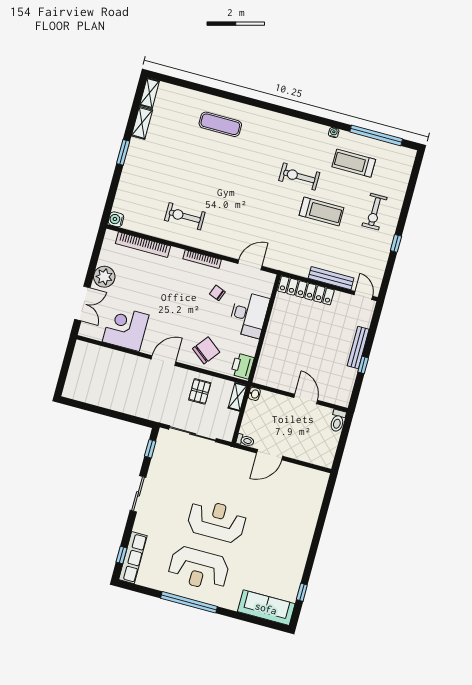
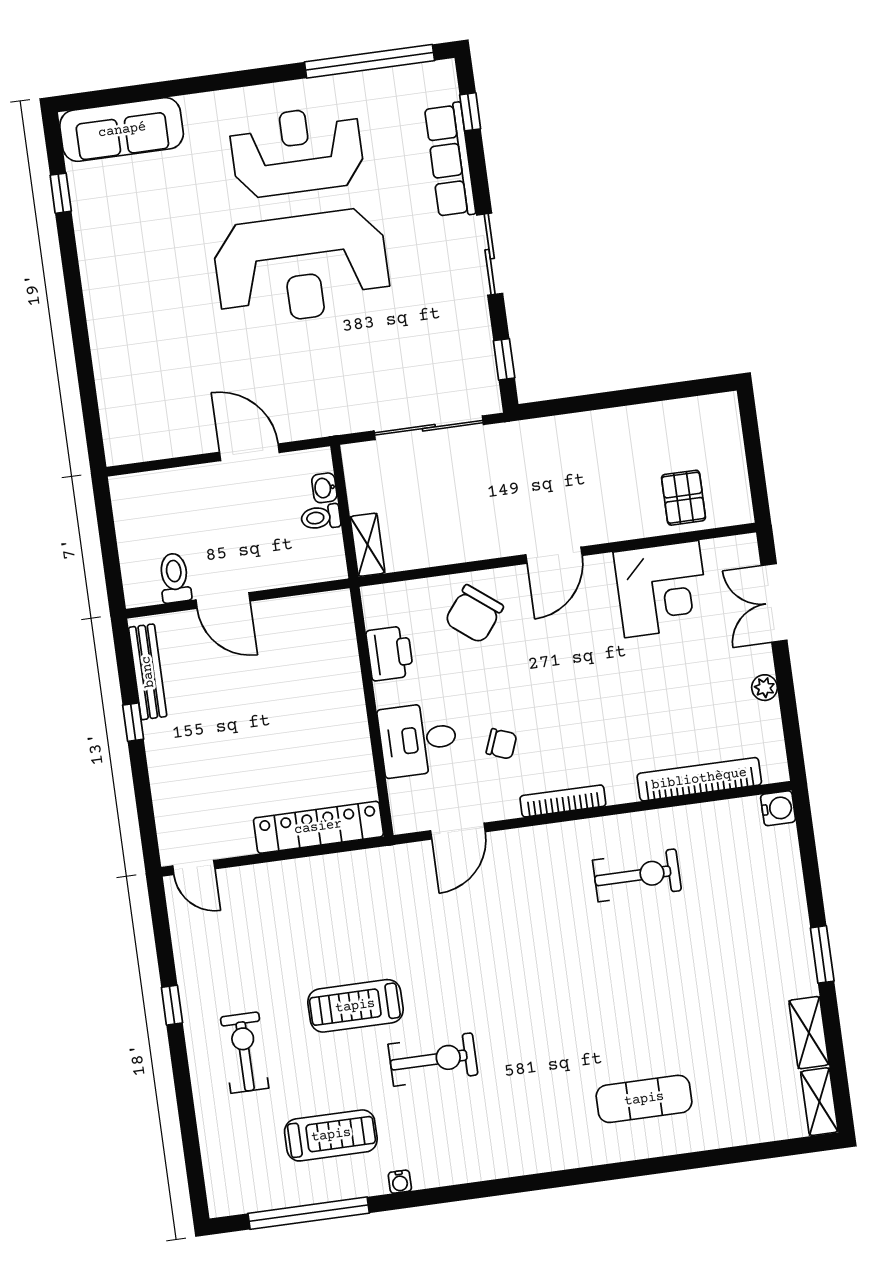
plant: (104, 277) -> (765, 688), width x0.53, depth x0.53
bench: (331, 278) -> (277, 875), removed
desk: (249, 315) -> (418, 740), width x0.73
bench: (358, 348) -> (148, 672), moved
printer: (242, 366) -> (390, 653), moved
pallet: (200, 391) -> (684, 498), moved
washbasin: (254, 394) -> (324, 488), moved
toilet: (338, 421) -> (175, 578), moved
toilet: (245, 440) -> (321, 517), moved
door: (270, 455) -> (249, 452), hinge flipped
reception desk: (217, 521) -> (302, 267), width x1.36, depth x1.30
row of seats: (133, 558) -> (450, 160), moved
window: (189, 602) -> (370, 61), moved

